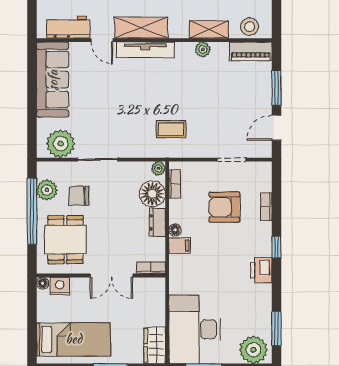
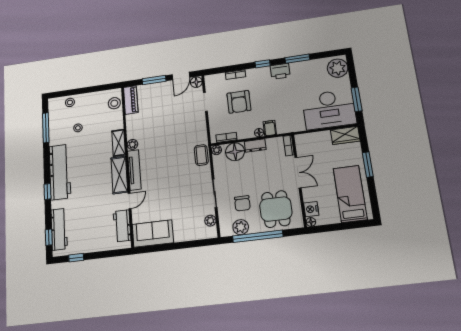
shelving: (209, 29) -> (119, 143), moved
plant: (203, 49) -> (132, 144), moved
sofa: (53, 80) -> (153, 233), width x0.73
door: (276, 128) -> (181, 76), hinge flipped
coffee table: (171, 129) -> (201, 155), moved
plant: (61, 144) -> (210, 221), width x0.53, depth x0.53
floor lamp: (264, 149) -> (196, 82), added
dining table: (65, 240) -> (276, 209), turned 90
window: (276, 329) -> (297, 59), moved

